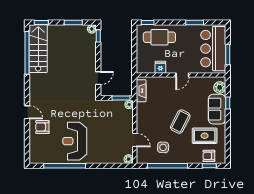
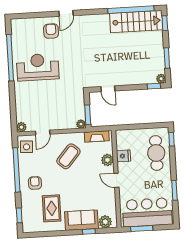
plant: (163, 82) -> (107, 160), added
coffee table: (180, 122) -> (68, 156), moved, turned -76
side table: (163, 147) -> (27, 147), moved
armchair: (209, 156) -> (35, 183), moved

